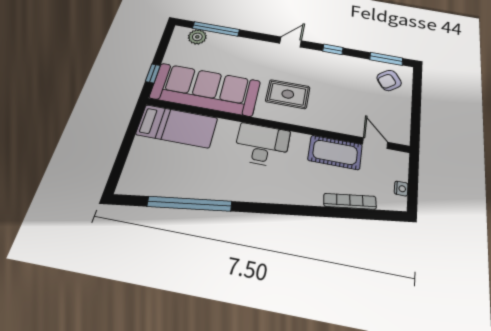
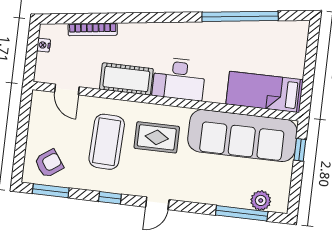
coffee table: (336, 94) -> (107, 142), added
cot: (335, 152) -> (126, 79), moved

